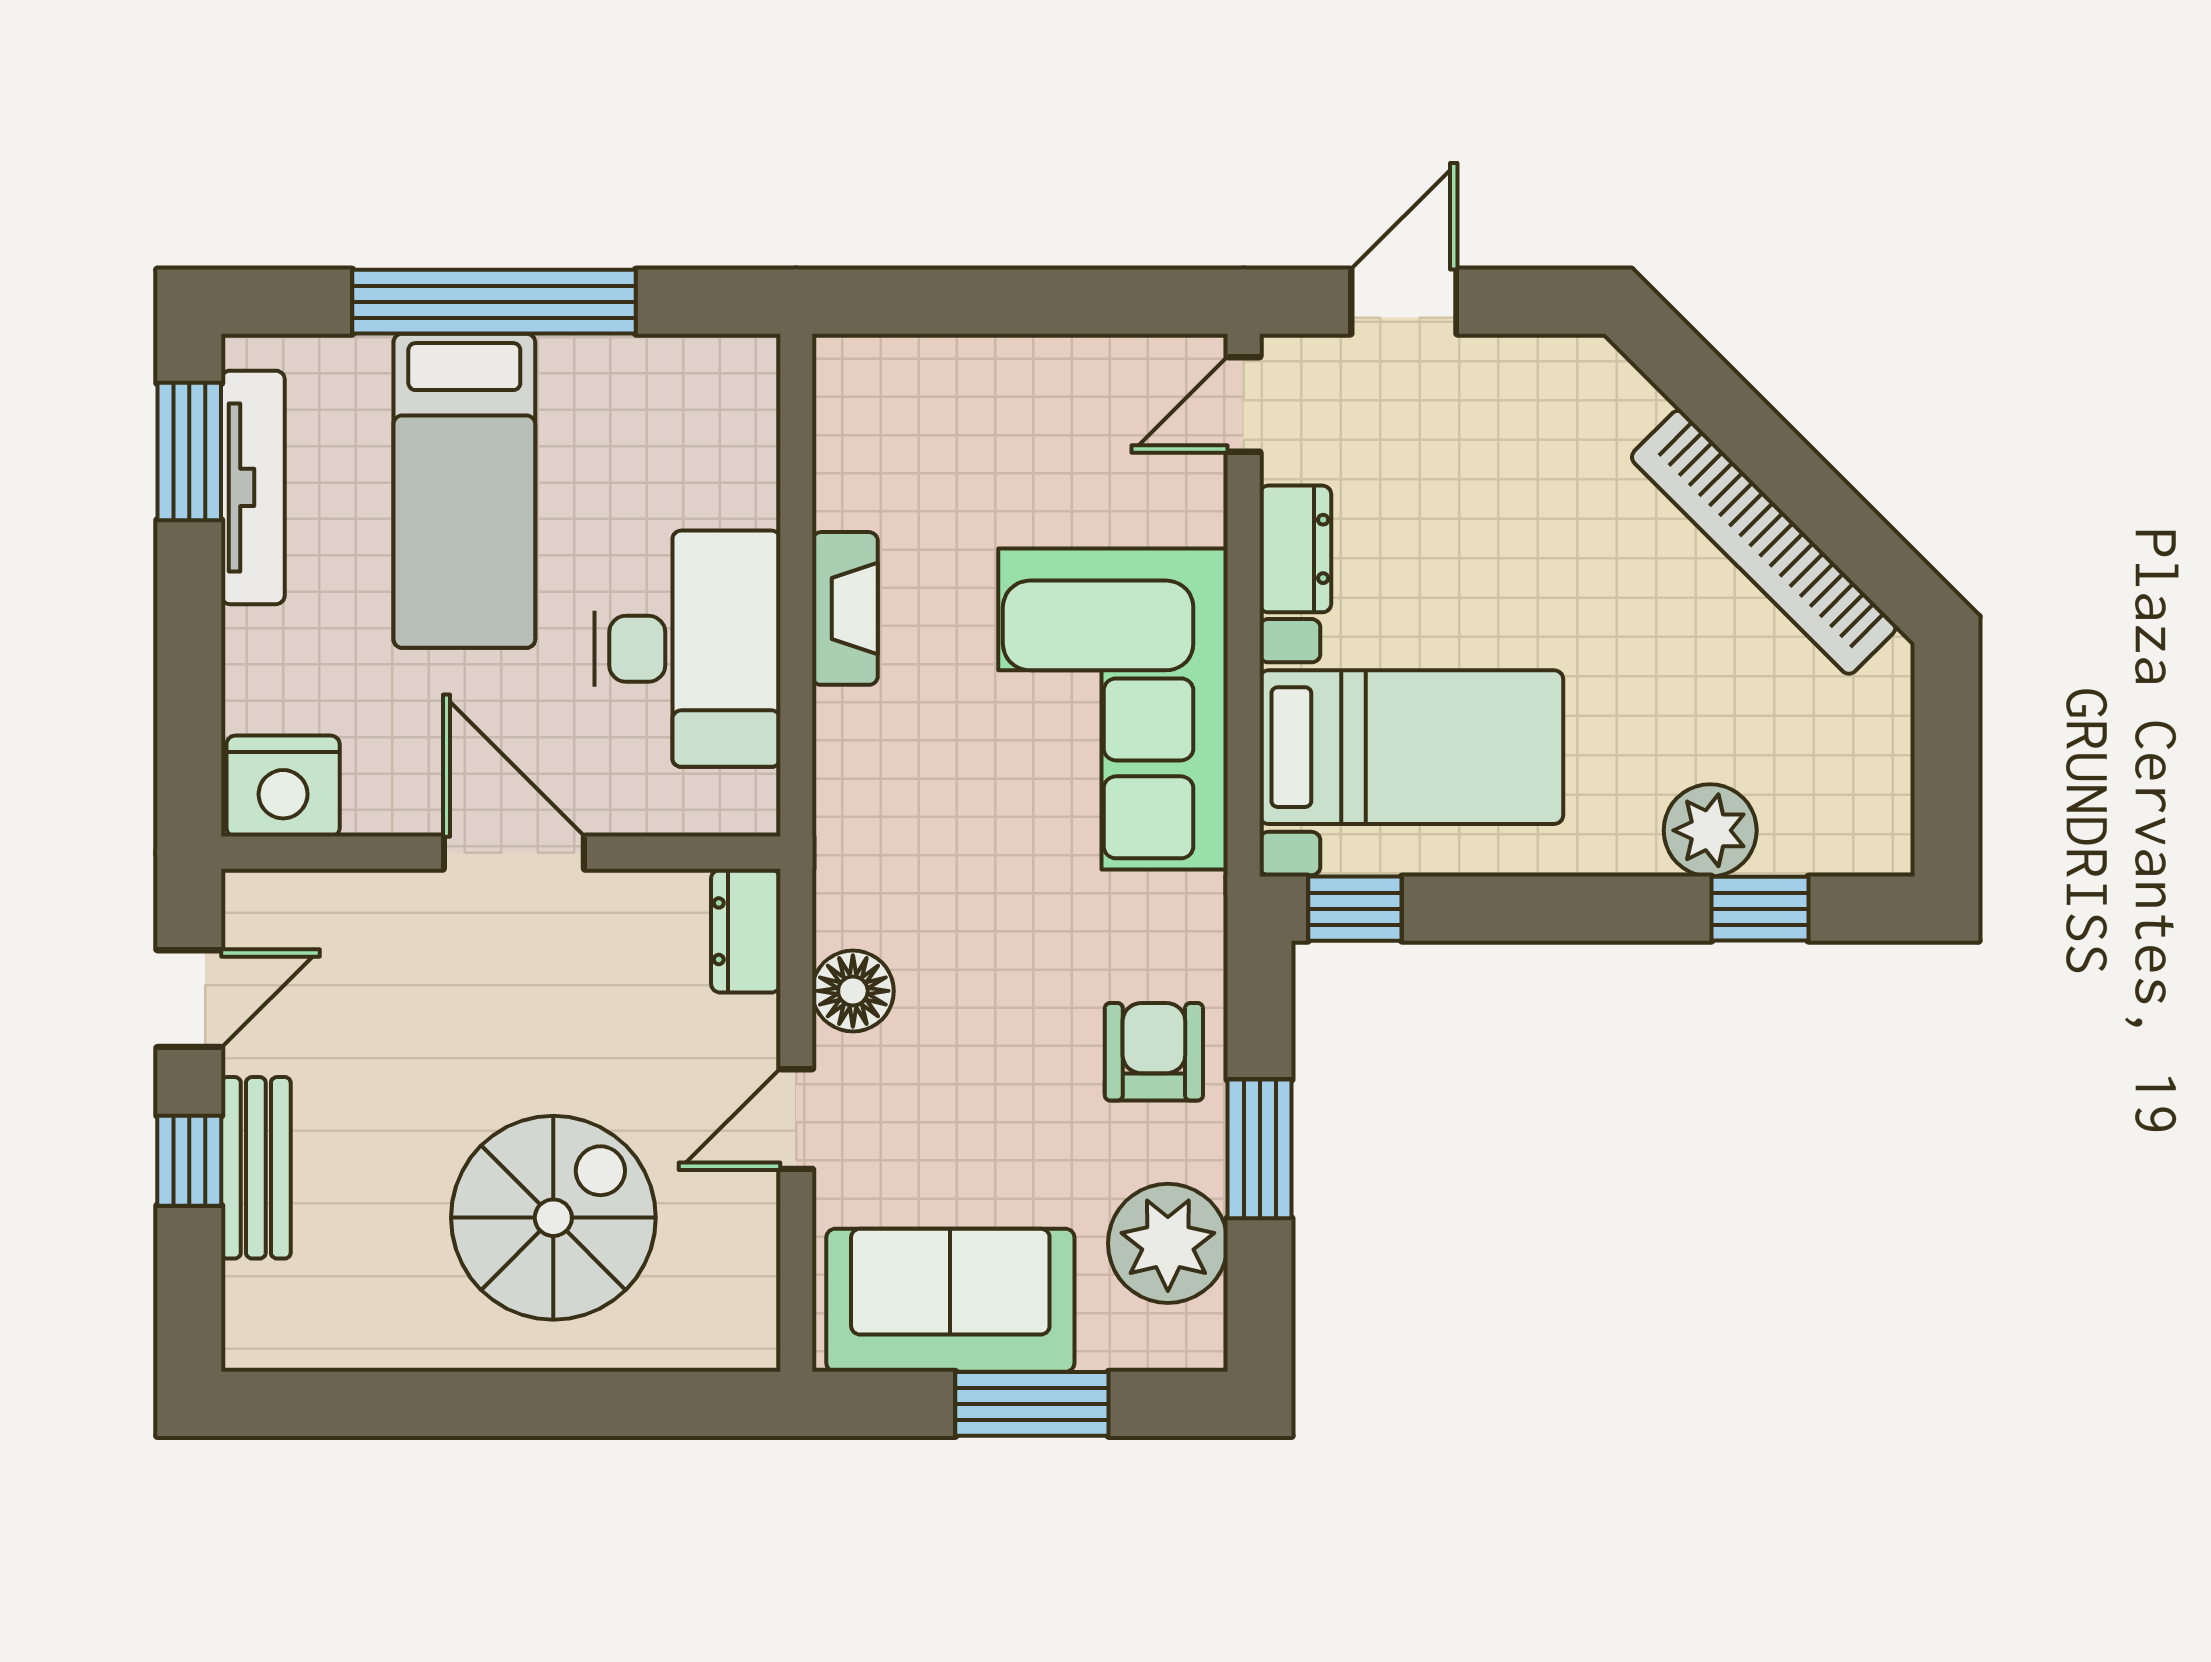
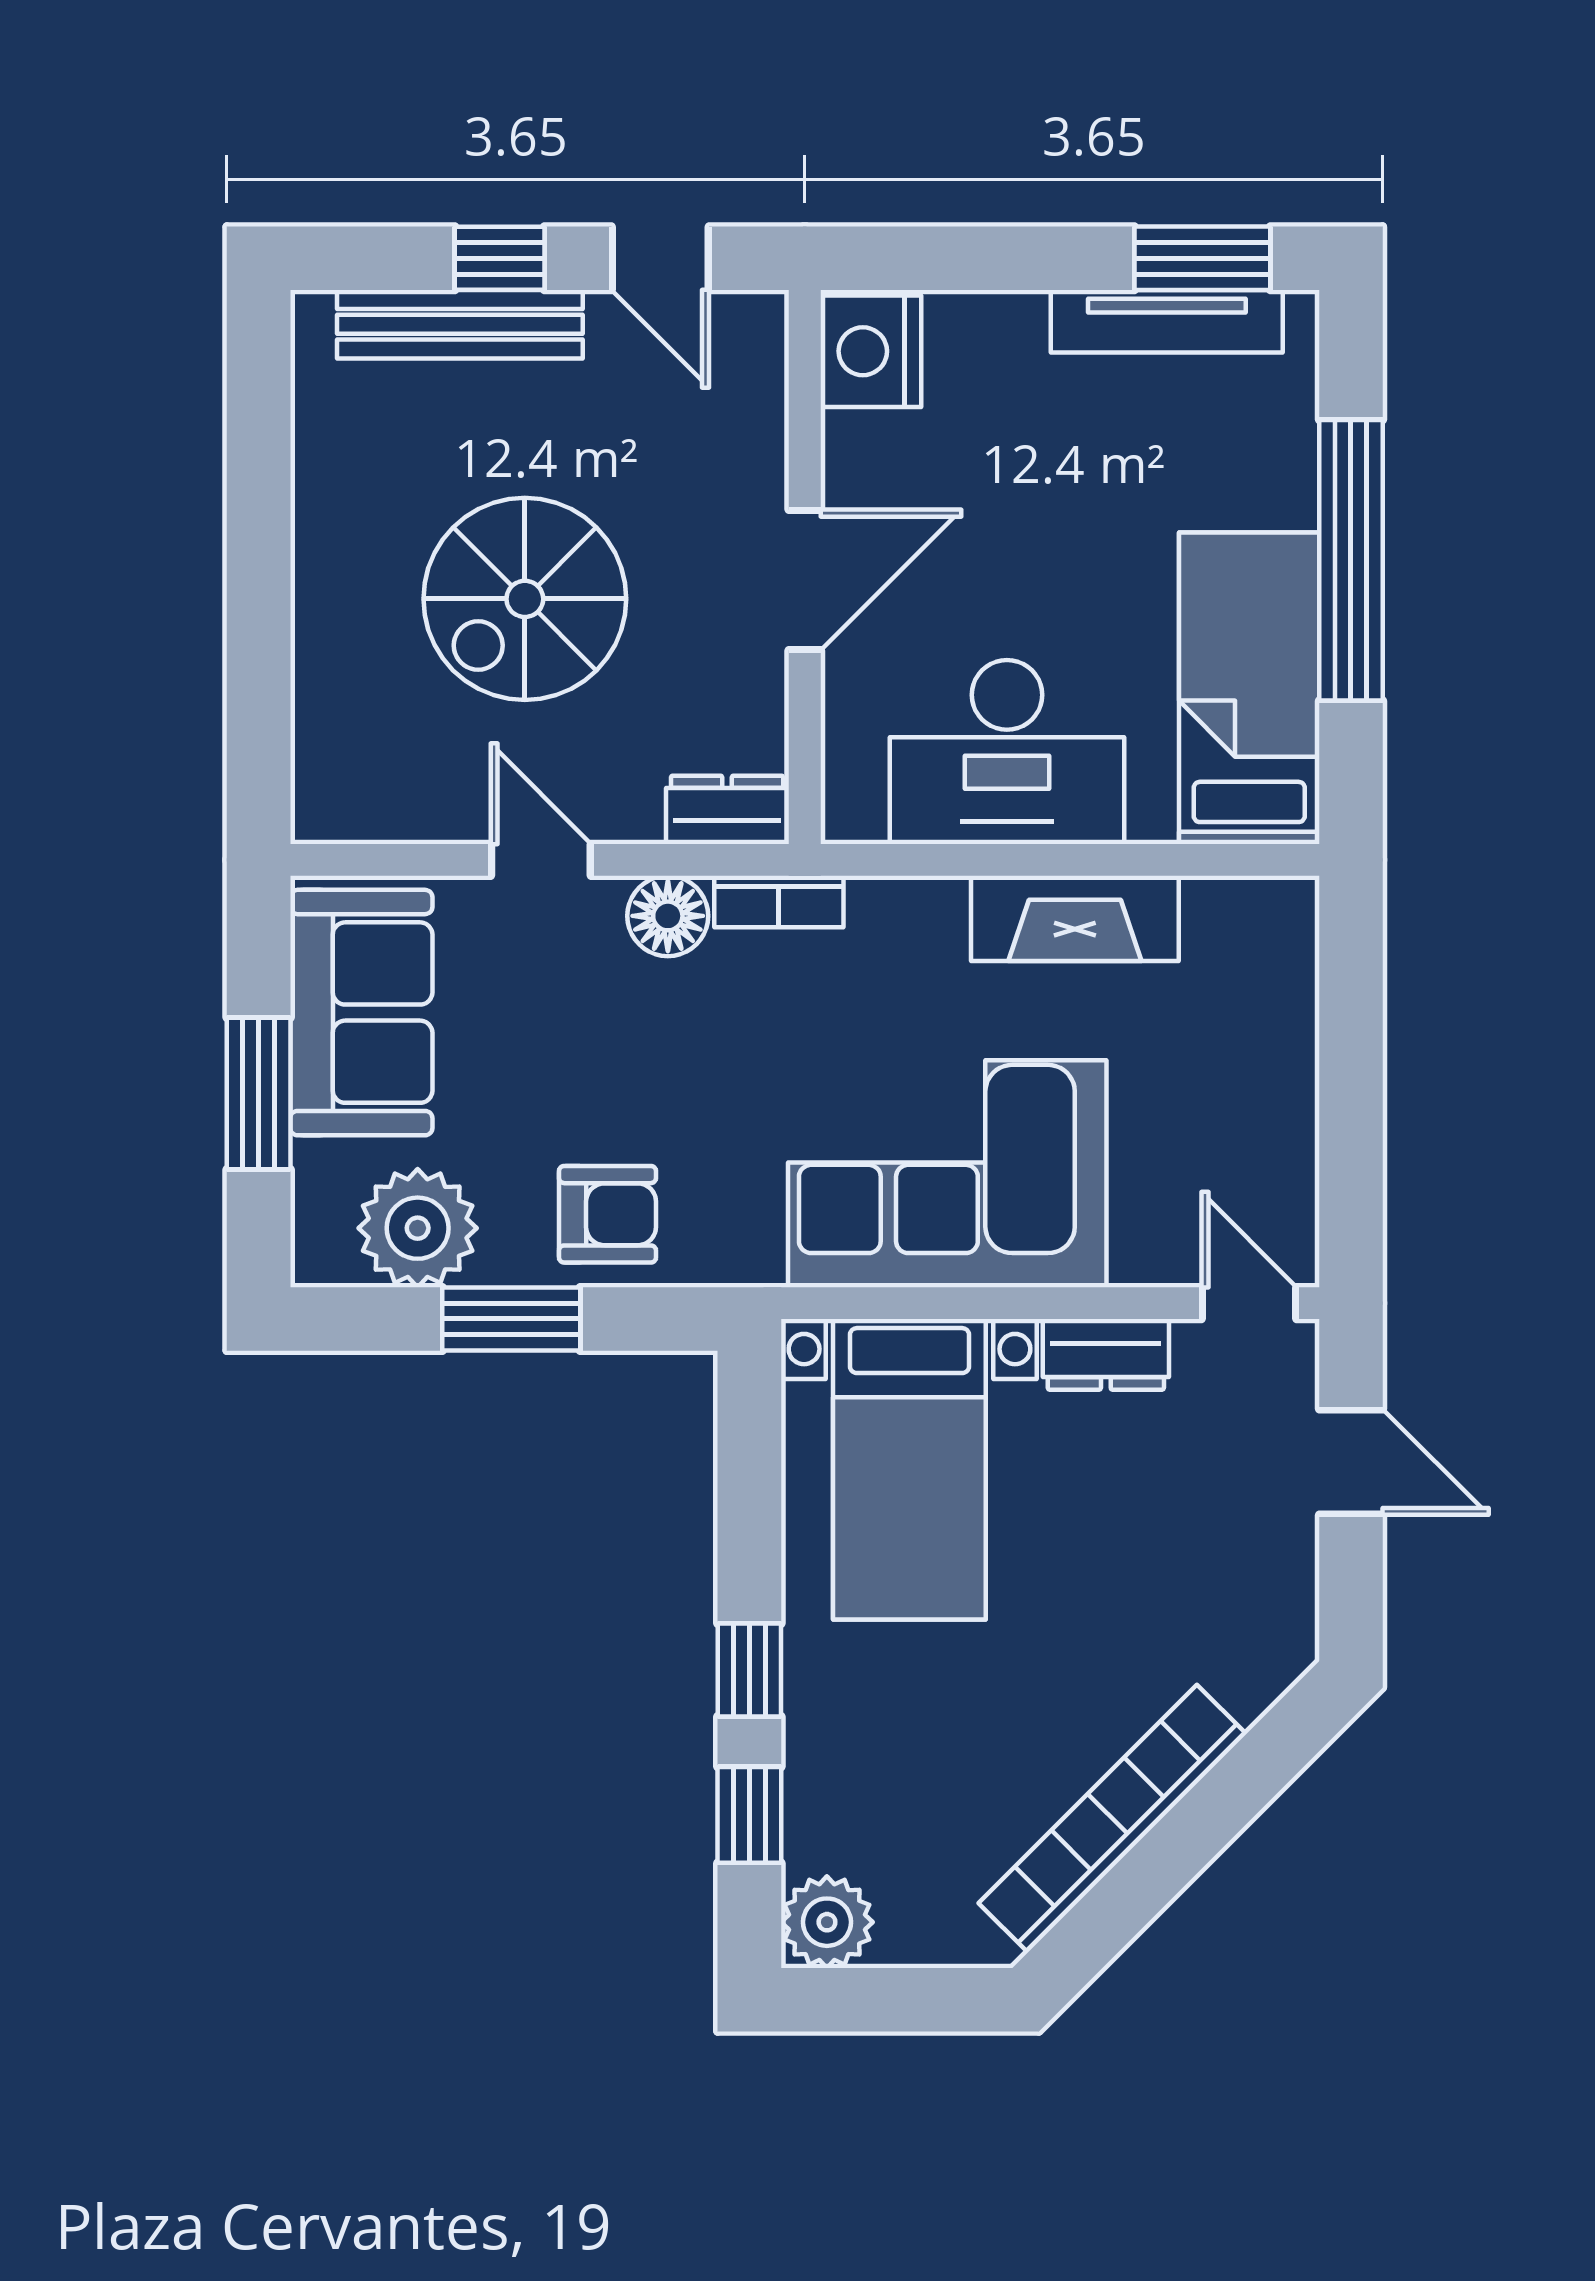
bed: (464, 491) -> (1249, 688), moved, turned 90
fireplace: (845, 608) -> (1075, 918), width x1.37, depth x1.32
plant: (1710, 830) -> (827, 1922), moved
bookcase: (838, 879) -> (779, 902), added
window: (1355, 909) -> (749, 1670), moved
bench: (256, 1168) -> (460, 324), width x1.36
spiral stairs: (553, 1218) -> (525, 599), moved, turned 90

